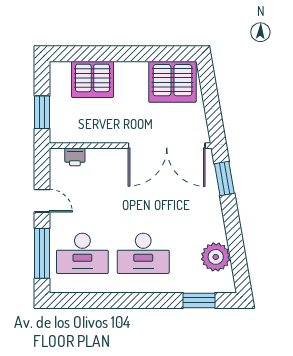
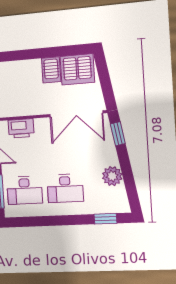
server rack: (92, 79) -> (51, 70), moved, width x0.62
printer: (75, 157) -> (21, 128), width x1.87, depth x1.48
plant: (216, 257) -> (112, 176), moved

